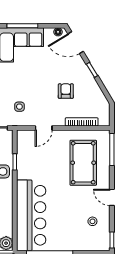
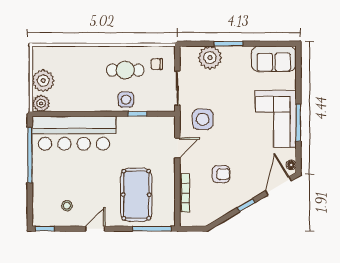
side table: (19, 107) -> (203, 119), width x1.87, depth x1.87
door: (44, 128) -> (177, 148), swing flipped
pool table: (83, 163) -> (136, 195), turned 90

